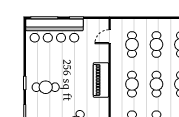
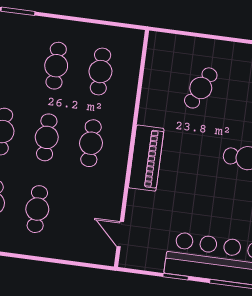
door: (110, 37) -> (120, 234), swing flipped
cafe table: (132, 45) -> (82, 215), removed

